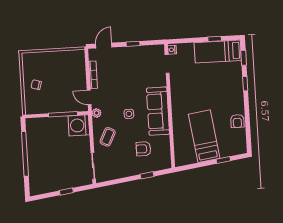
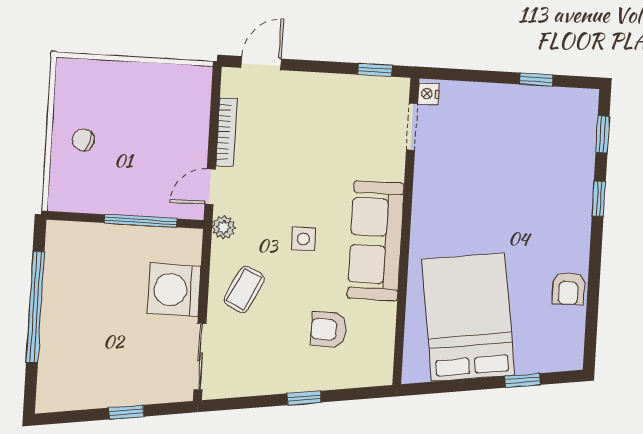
window: (133, 44) -> (375, 70), moved
bed: (218, 52) -> (541, 111), removed
door: (89, 97) -> (210, 187), hinge flipped
washing machine: (79, 125) -> (174, 290), moved
bed: (204, 136) -> (468, 317), width x1.50
window: (147, 175) -> (304, 398), moved

